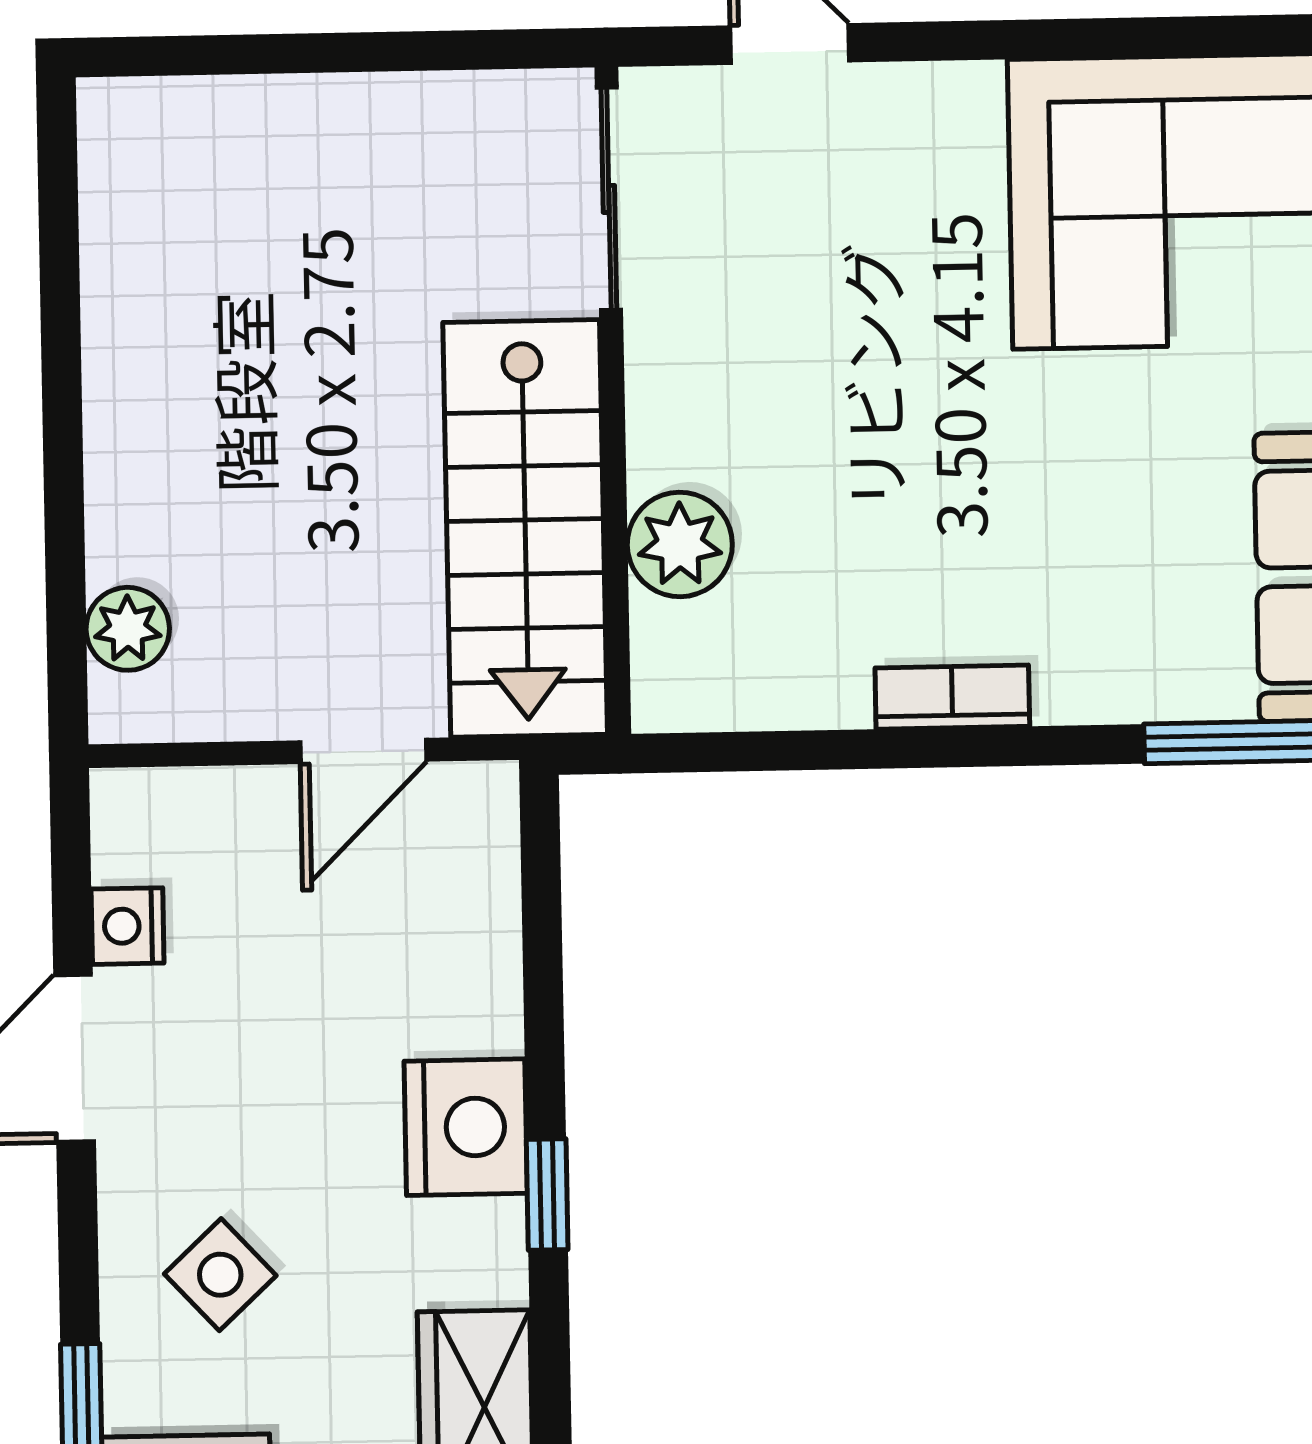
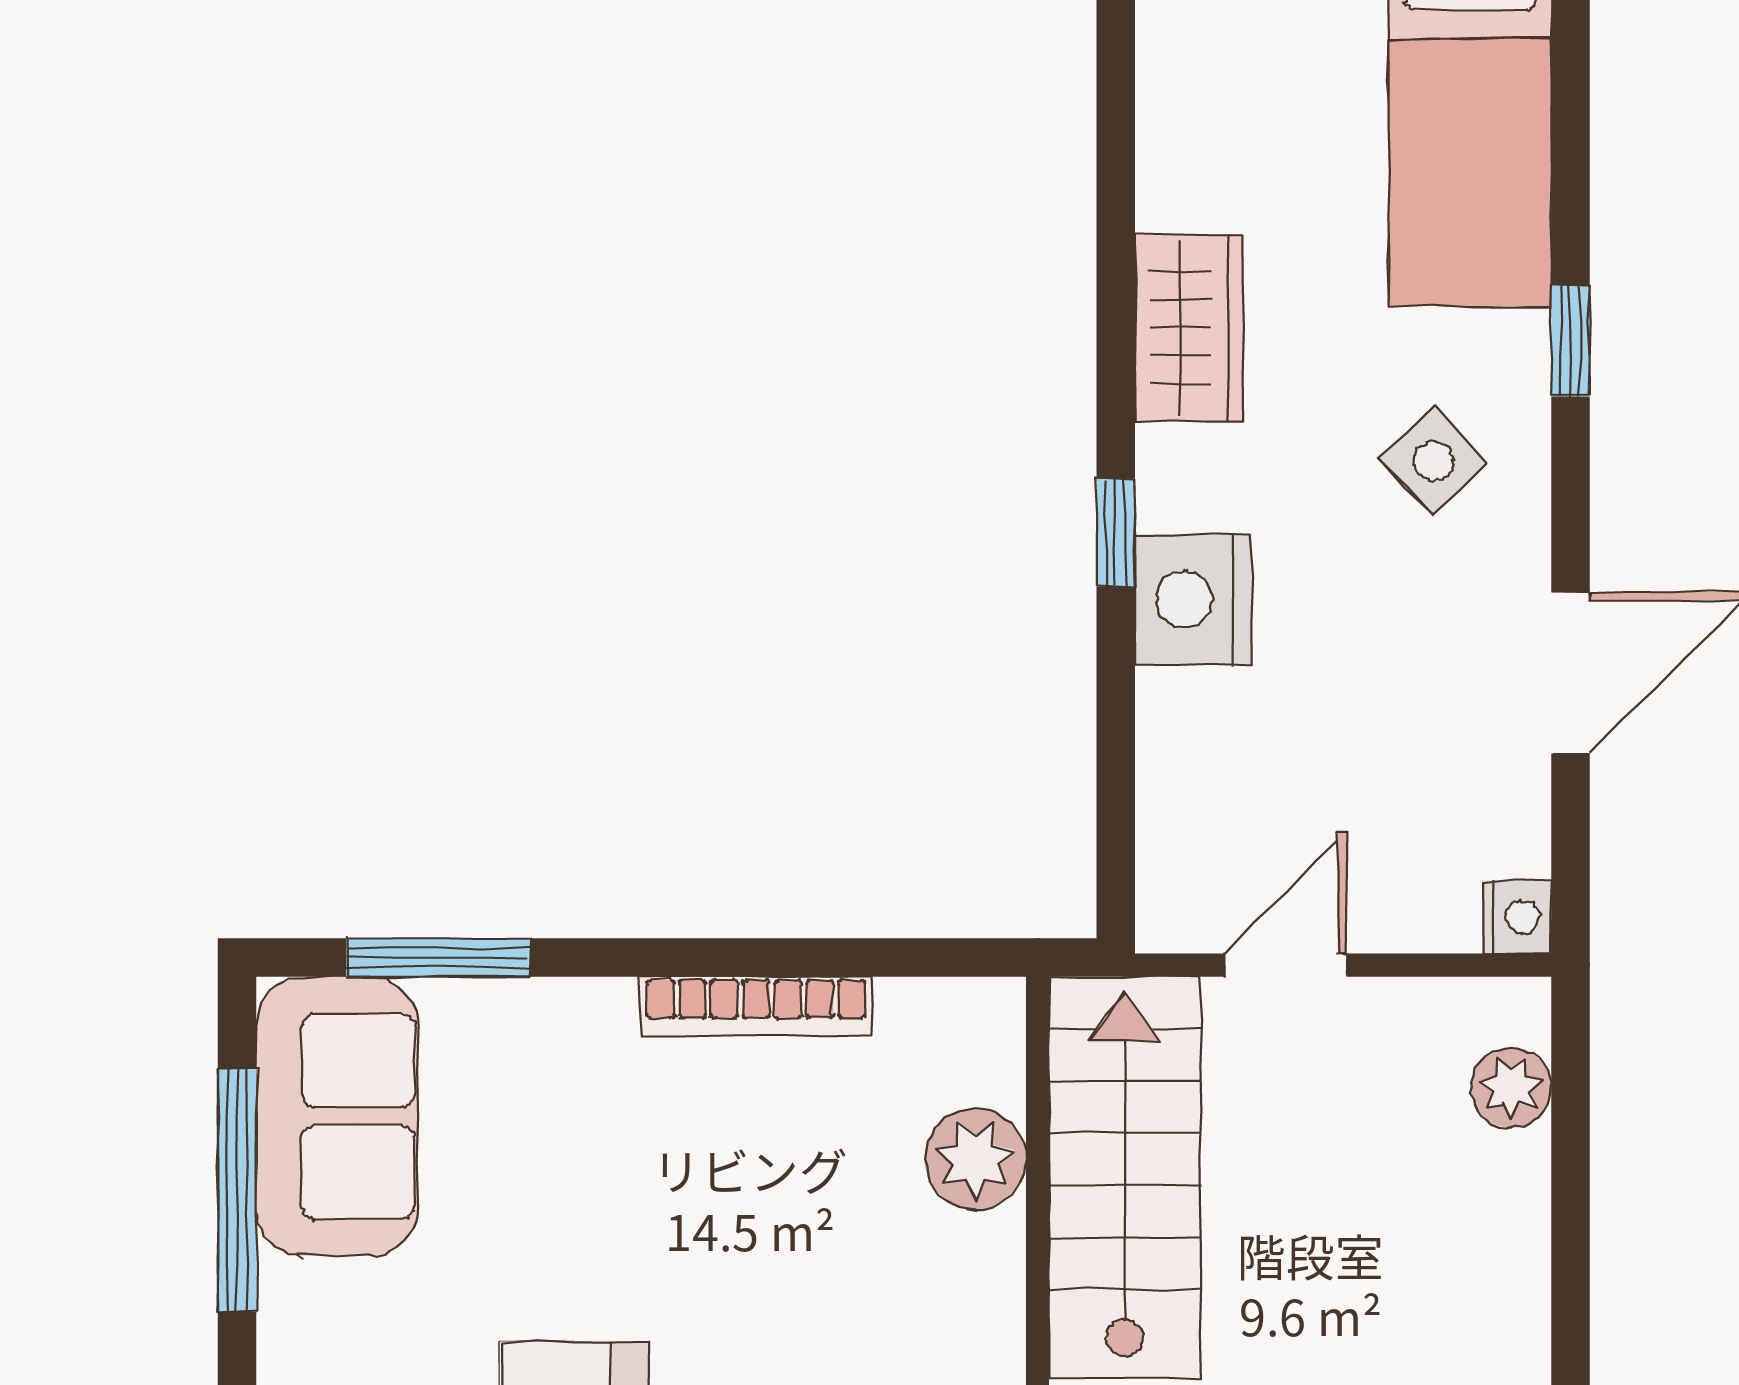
bookcase: (952, 697) -> (756, 1006), width x1.56
nightstand: (128, 926) -> (1517, 917), moved

